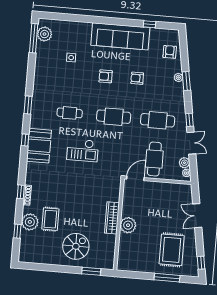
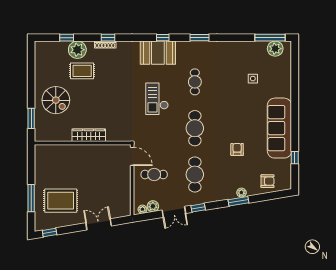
armchair: (106, 76) -> (236, 116), removed
cafe table: (154, 159) -> (154, 175), width x0.73, depth x0.74
plant: (128, 225) -> (83, 153), removed

